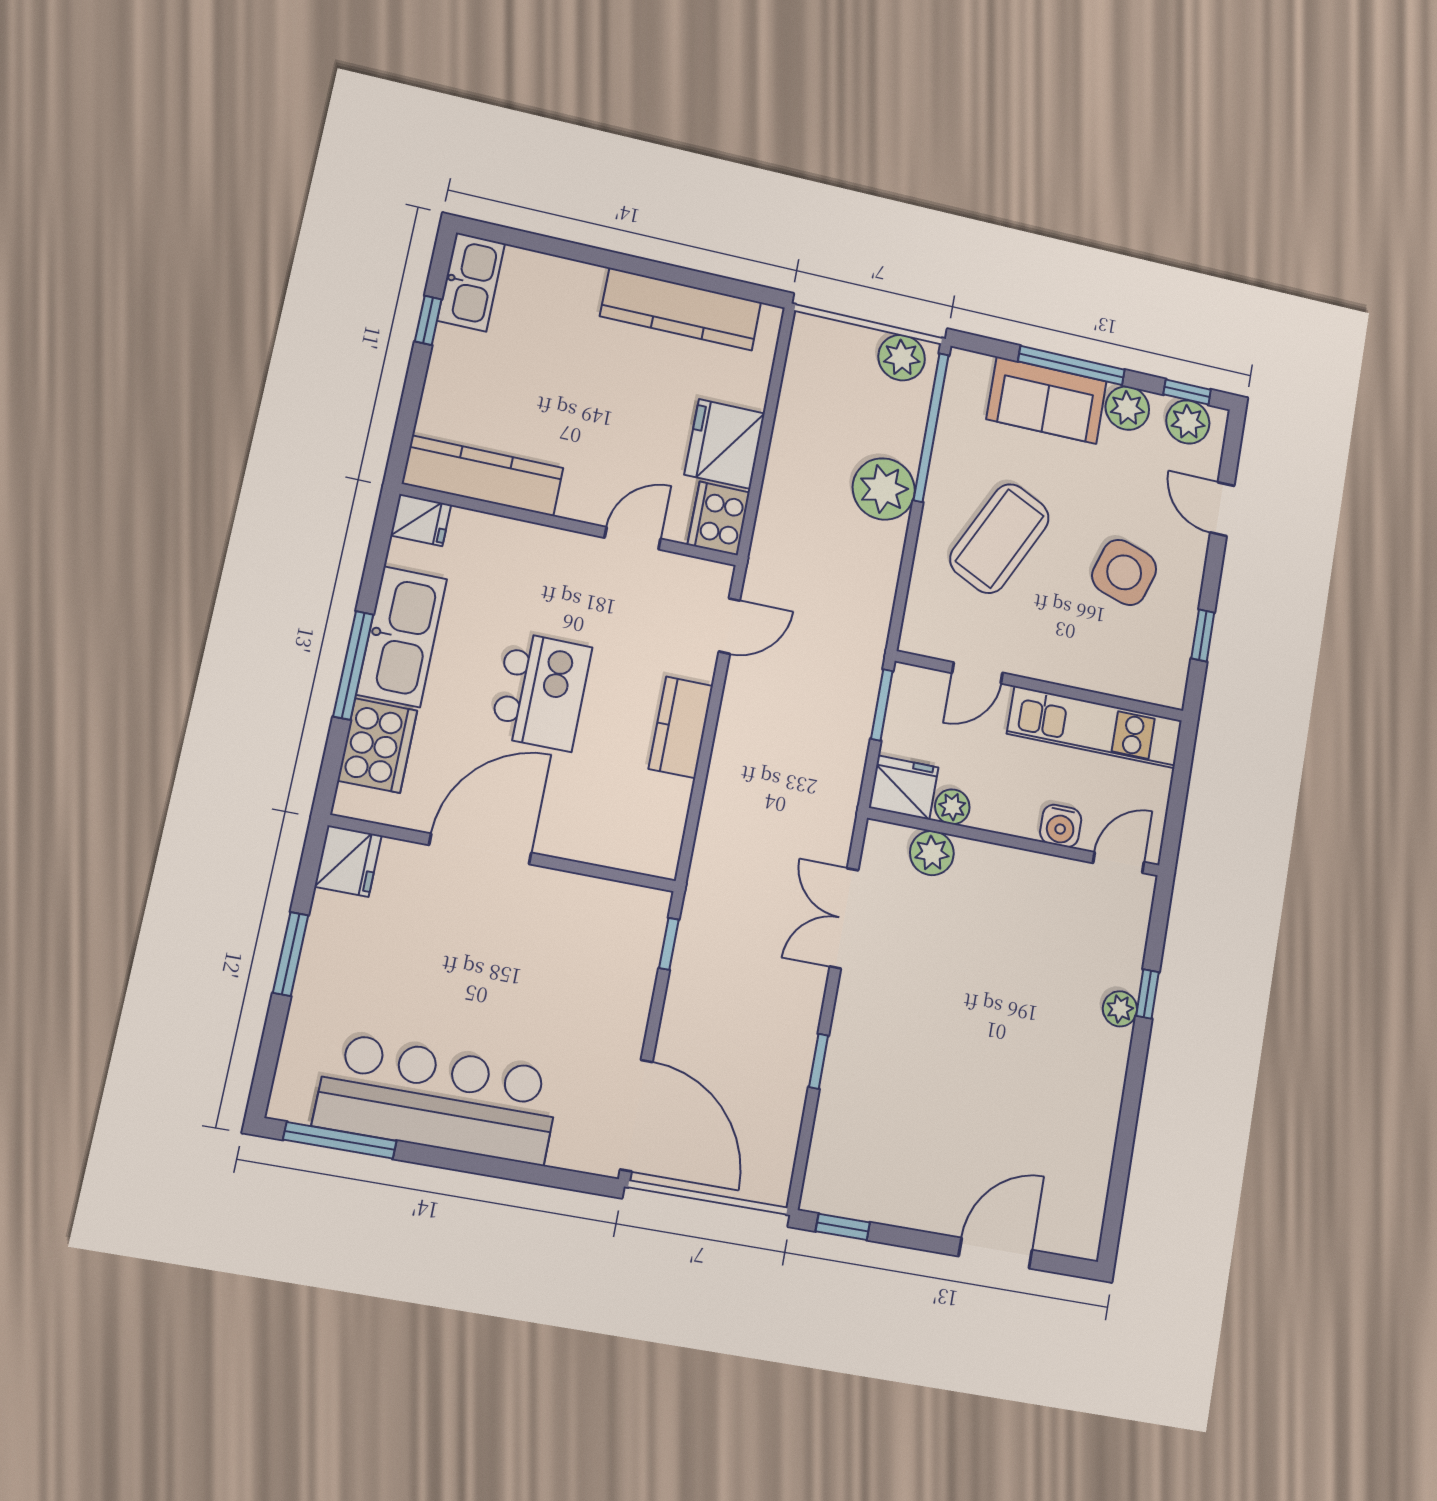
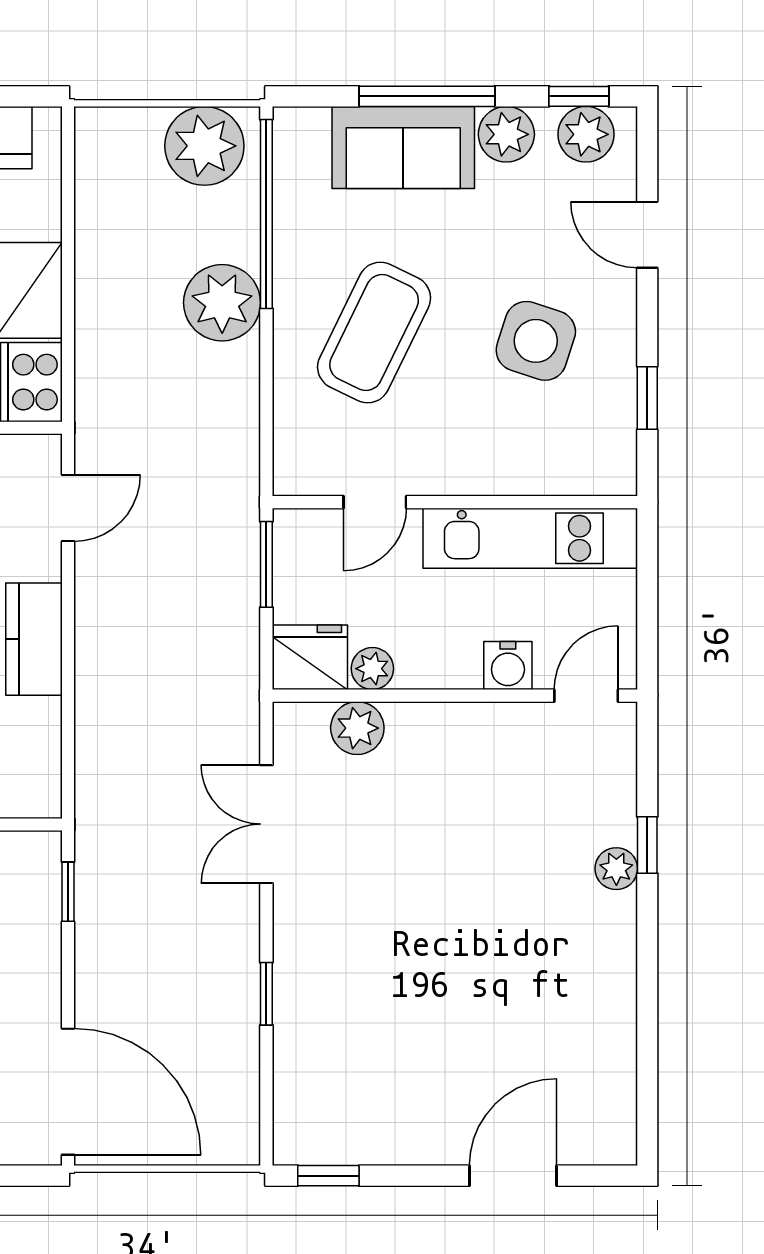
plant: (902, 358) -> (204, 146), width x1.36, depth x1.36

